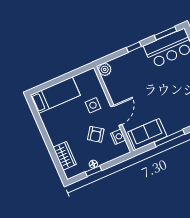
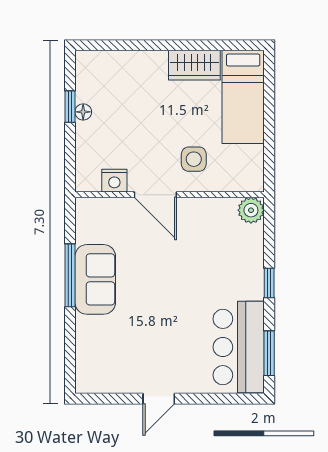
armchair: (96, 134) -> (137, 141), removed
sofa: (147, 134) -> (95, 279), moved
wardrobe: (65, 156) -> (194, 65), moved

